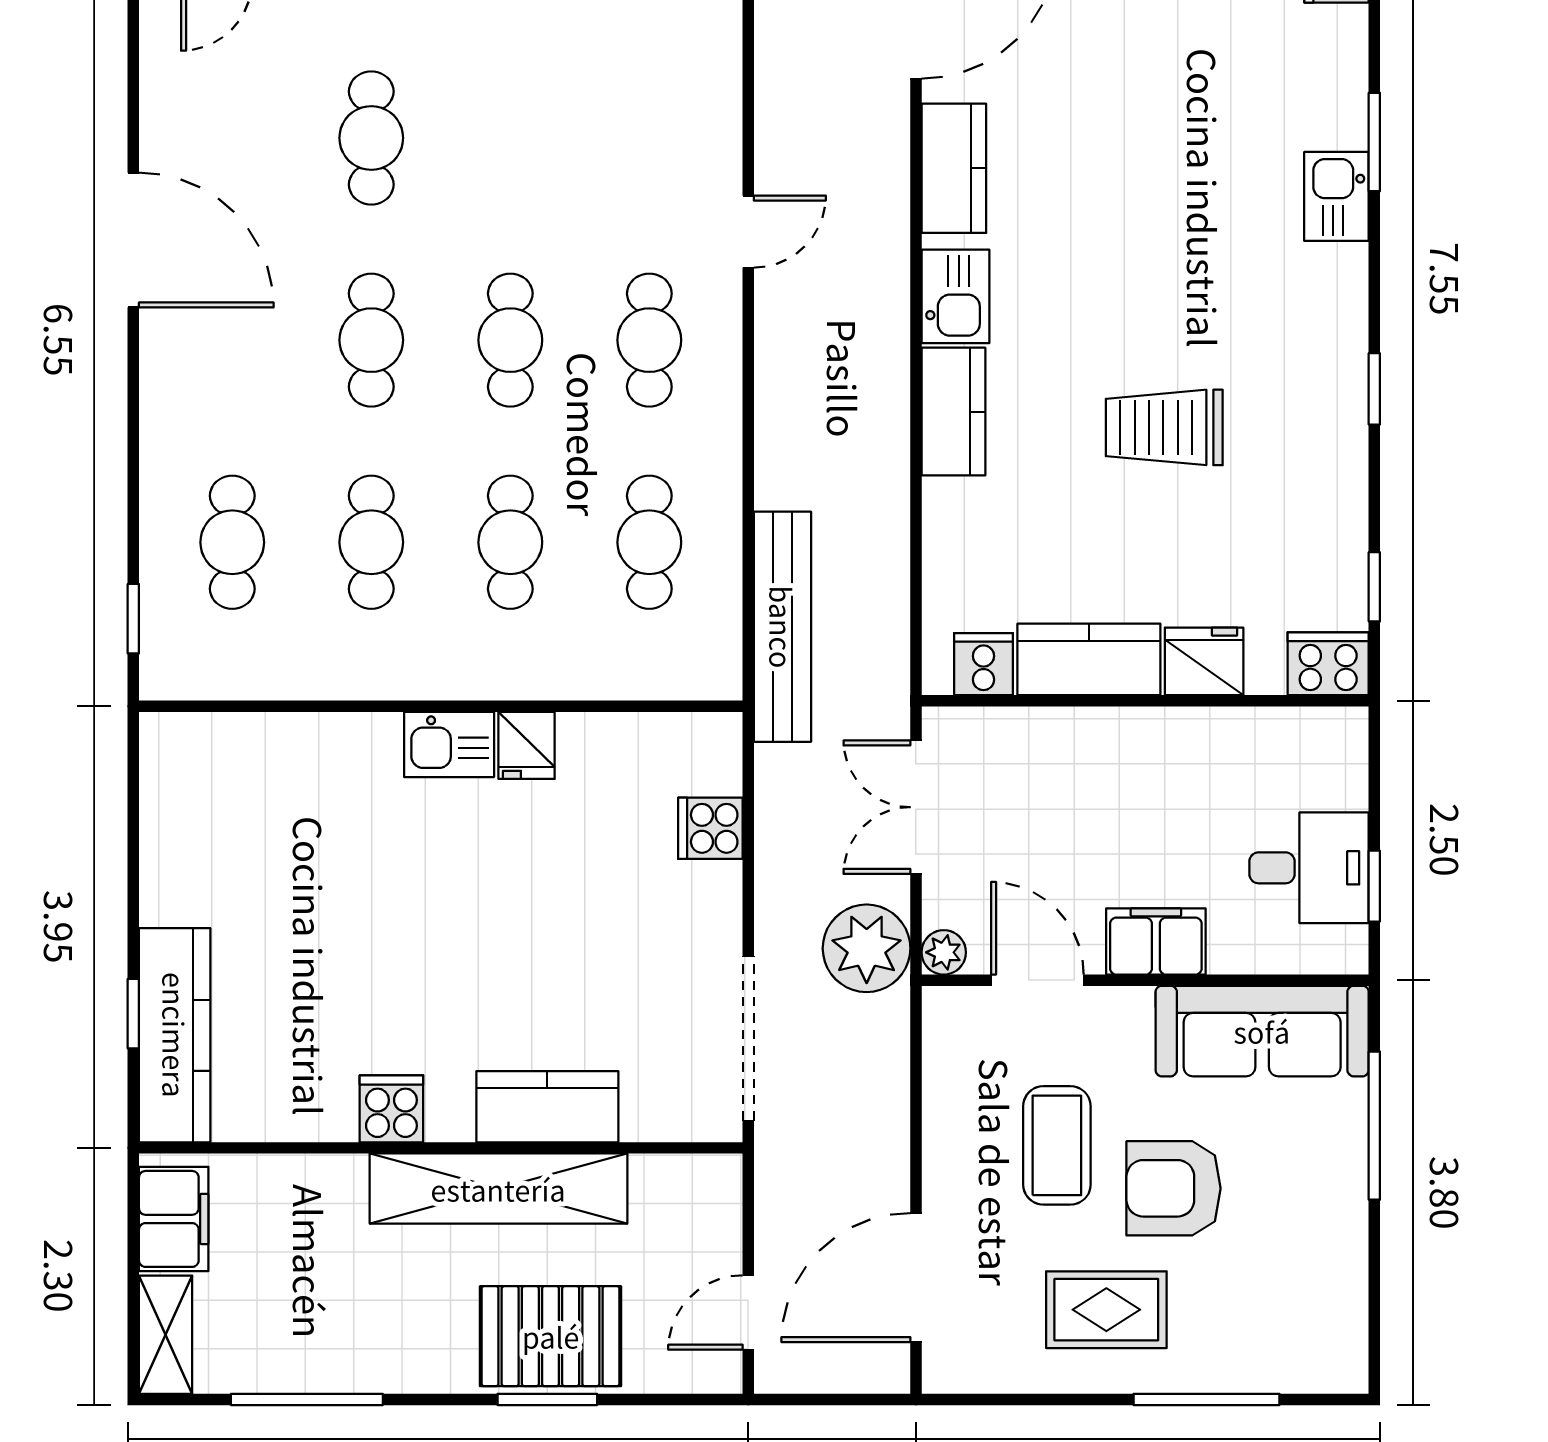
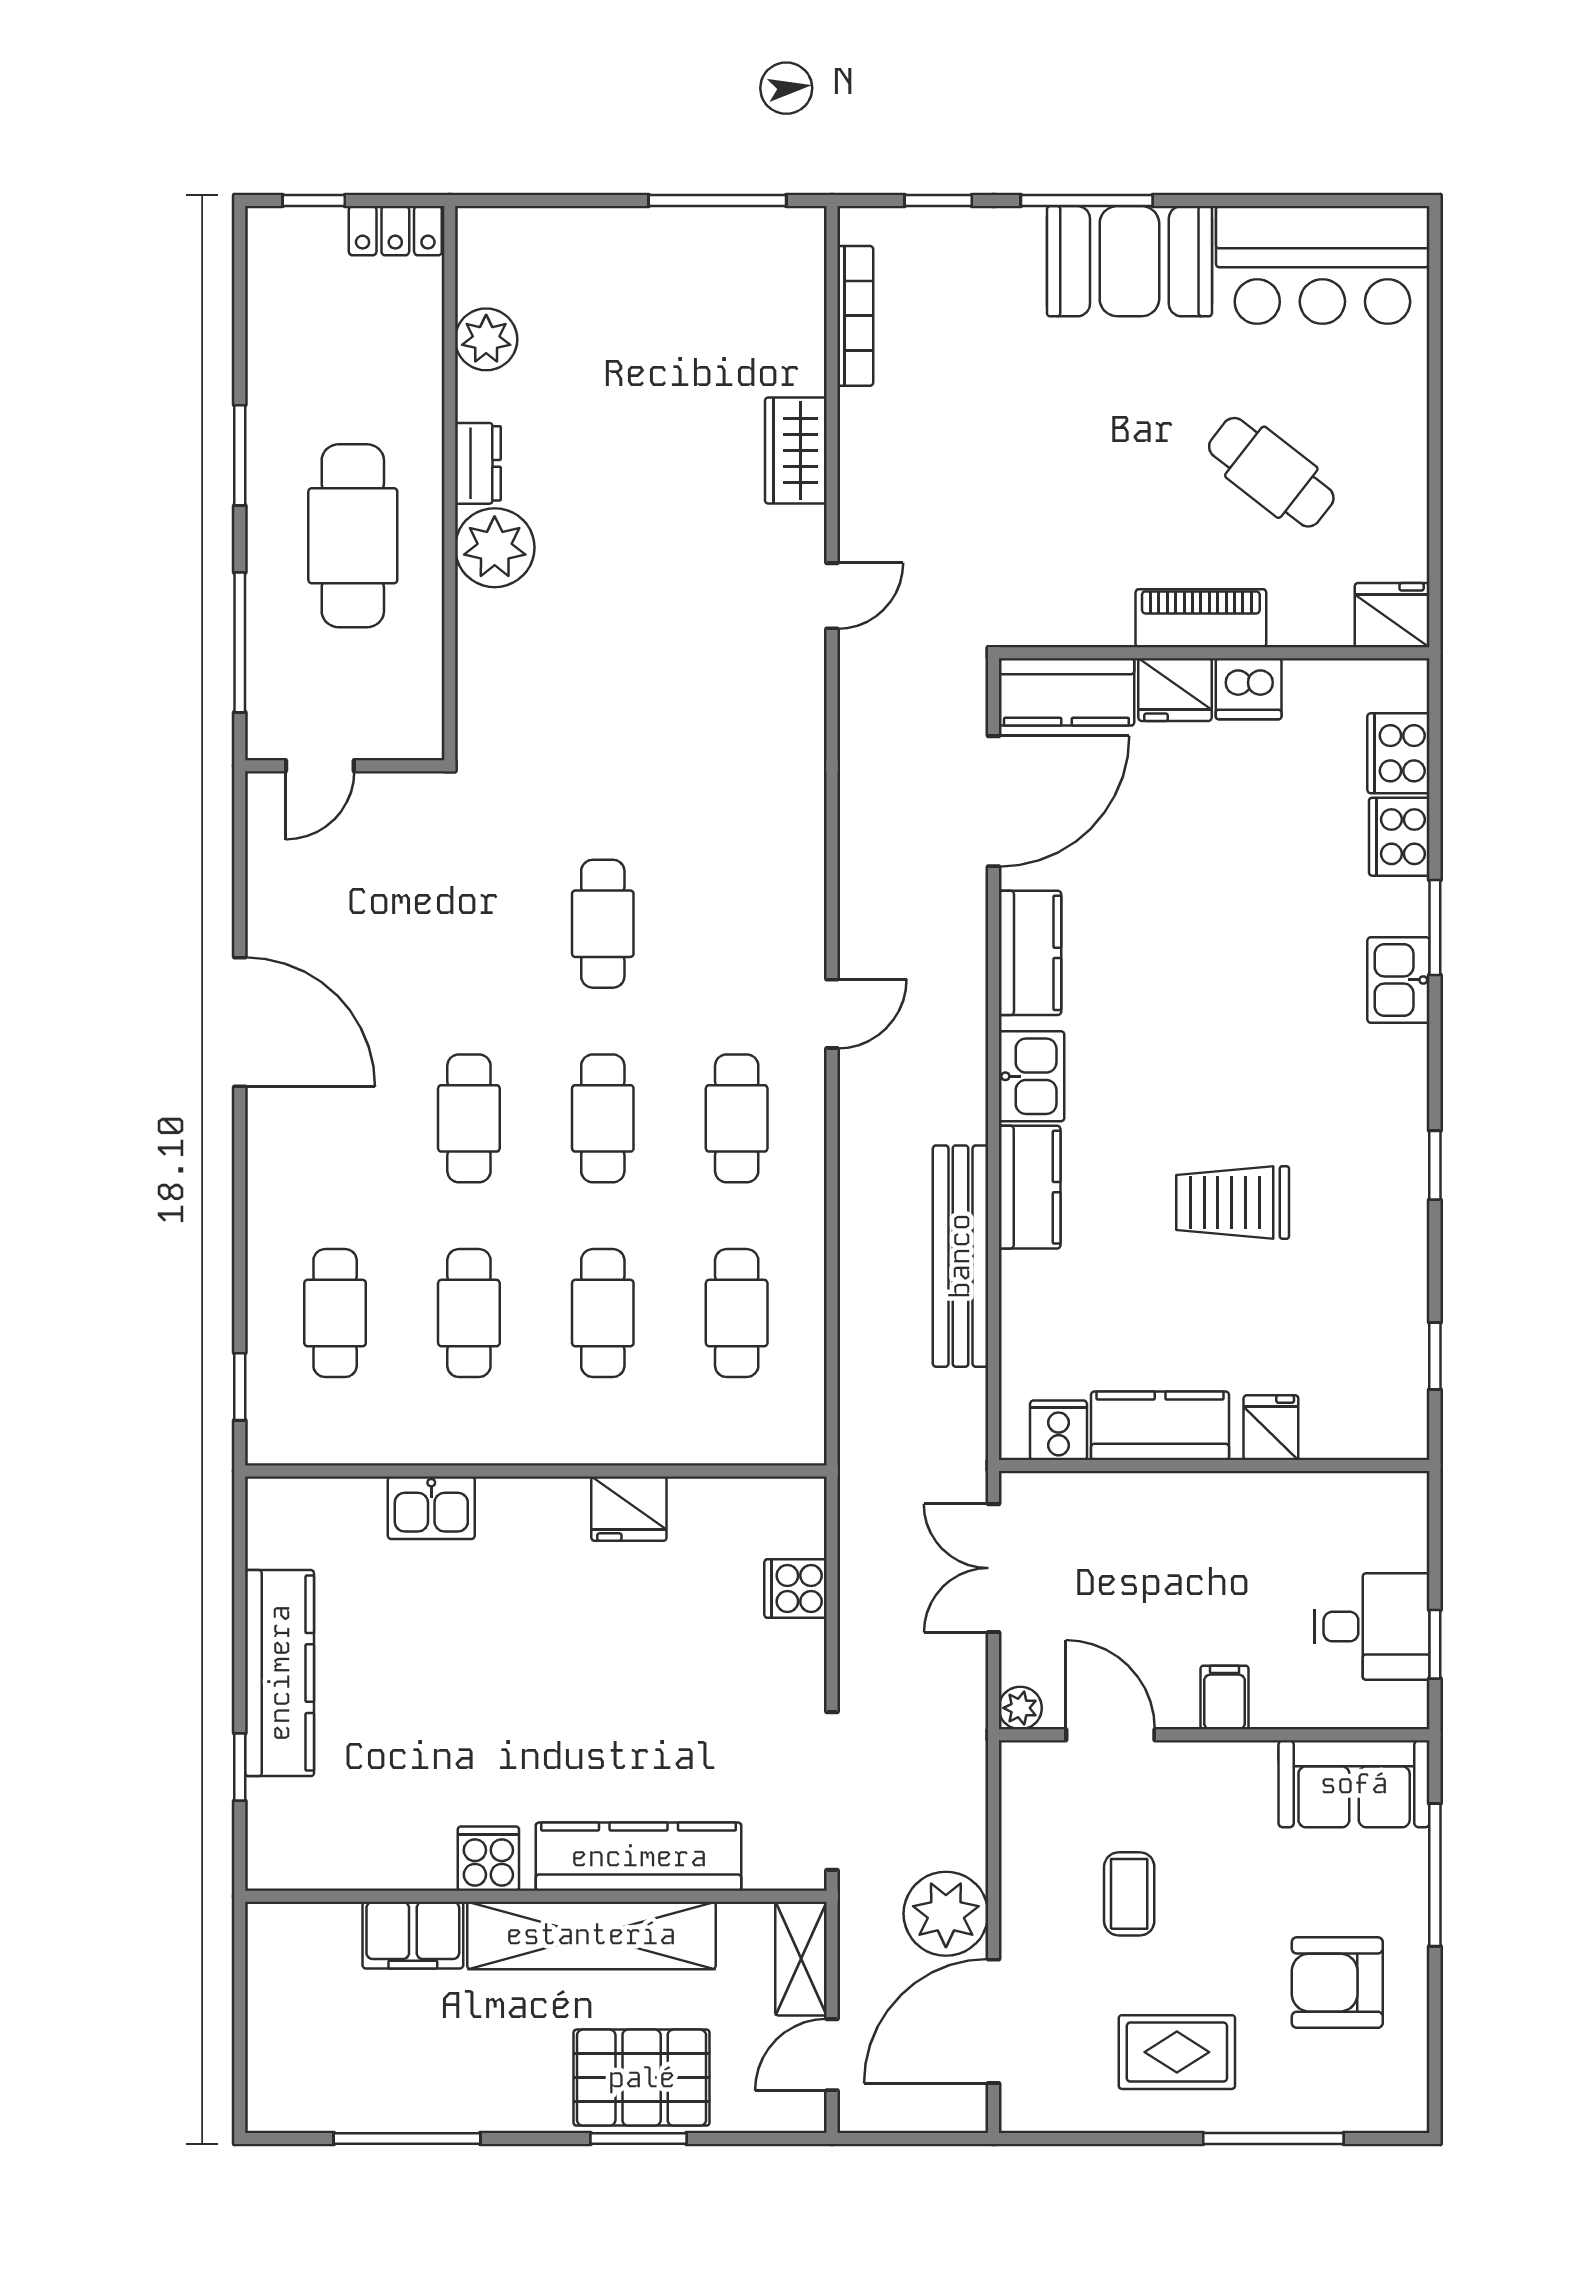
cafe table: (371, 138) -> (603, 924), moved
bench: (782, 627) -> (960, 1256), moved
fridge: (1204, 661) -> (1271, 1428), width x0.72
cooker: (1328, 664) -> (1399, 837), moved, turned -90
kitchen sink: (449, 744) -> (431, 1508), moved
fridge: (527, 745) -> (629, 1509), width x1.38
filing cabinet: (1156, 941) -> (1225, 1697), width x0.50
plant: (867, 948) -> (946, 1914), moved
sofa: (1262, 1031) -> (1354, 1784), width x0.73
kitchen counter: (175, 1035) -> (280, 1673), moved
kitchen counter: (547, 1107) -> (639, 1857), width x1.50
coffee table: (1057, 1145) -> (1129, 1894), width x0.73, depth x0.77
armchair: (1174, 1188) -> (1337, 1983), moved
filing cabinet: (174, 1219) -> (413, 1935), moved, turned 90
shelving: (166, 1335) -> (801, 1959), moved

